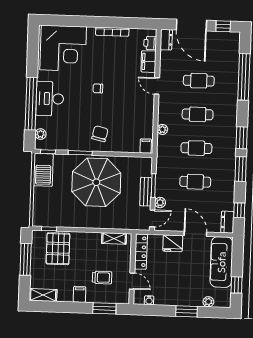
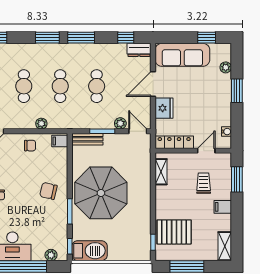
chair: (142, 118) -> (30, 146), added
bench: (146, 192) -> (87, 139), moved

